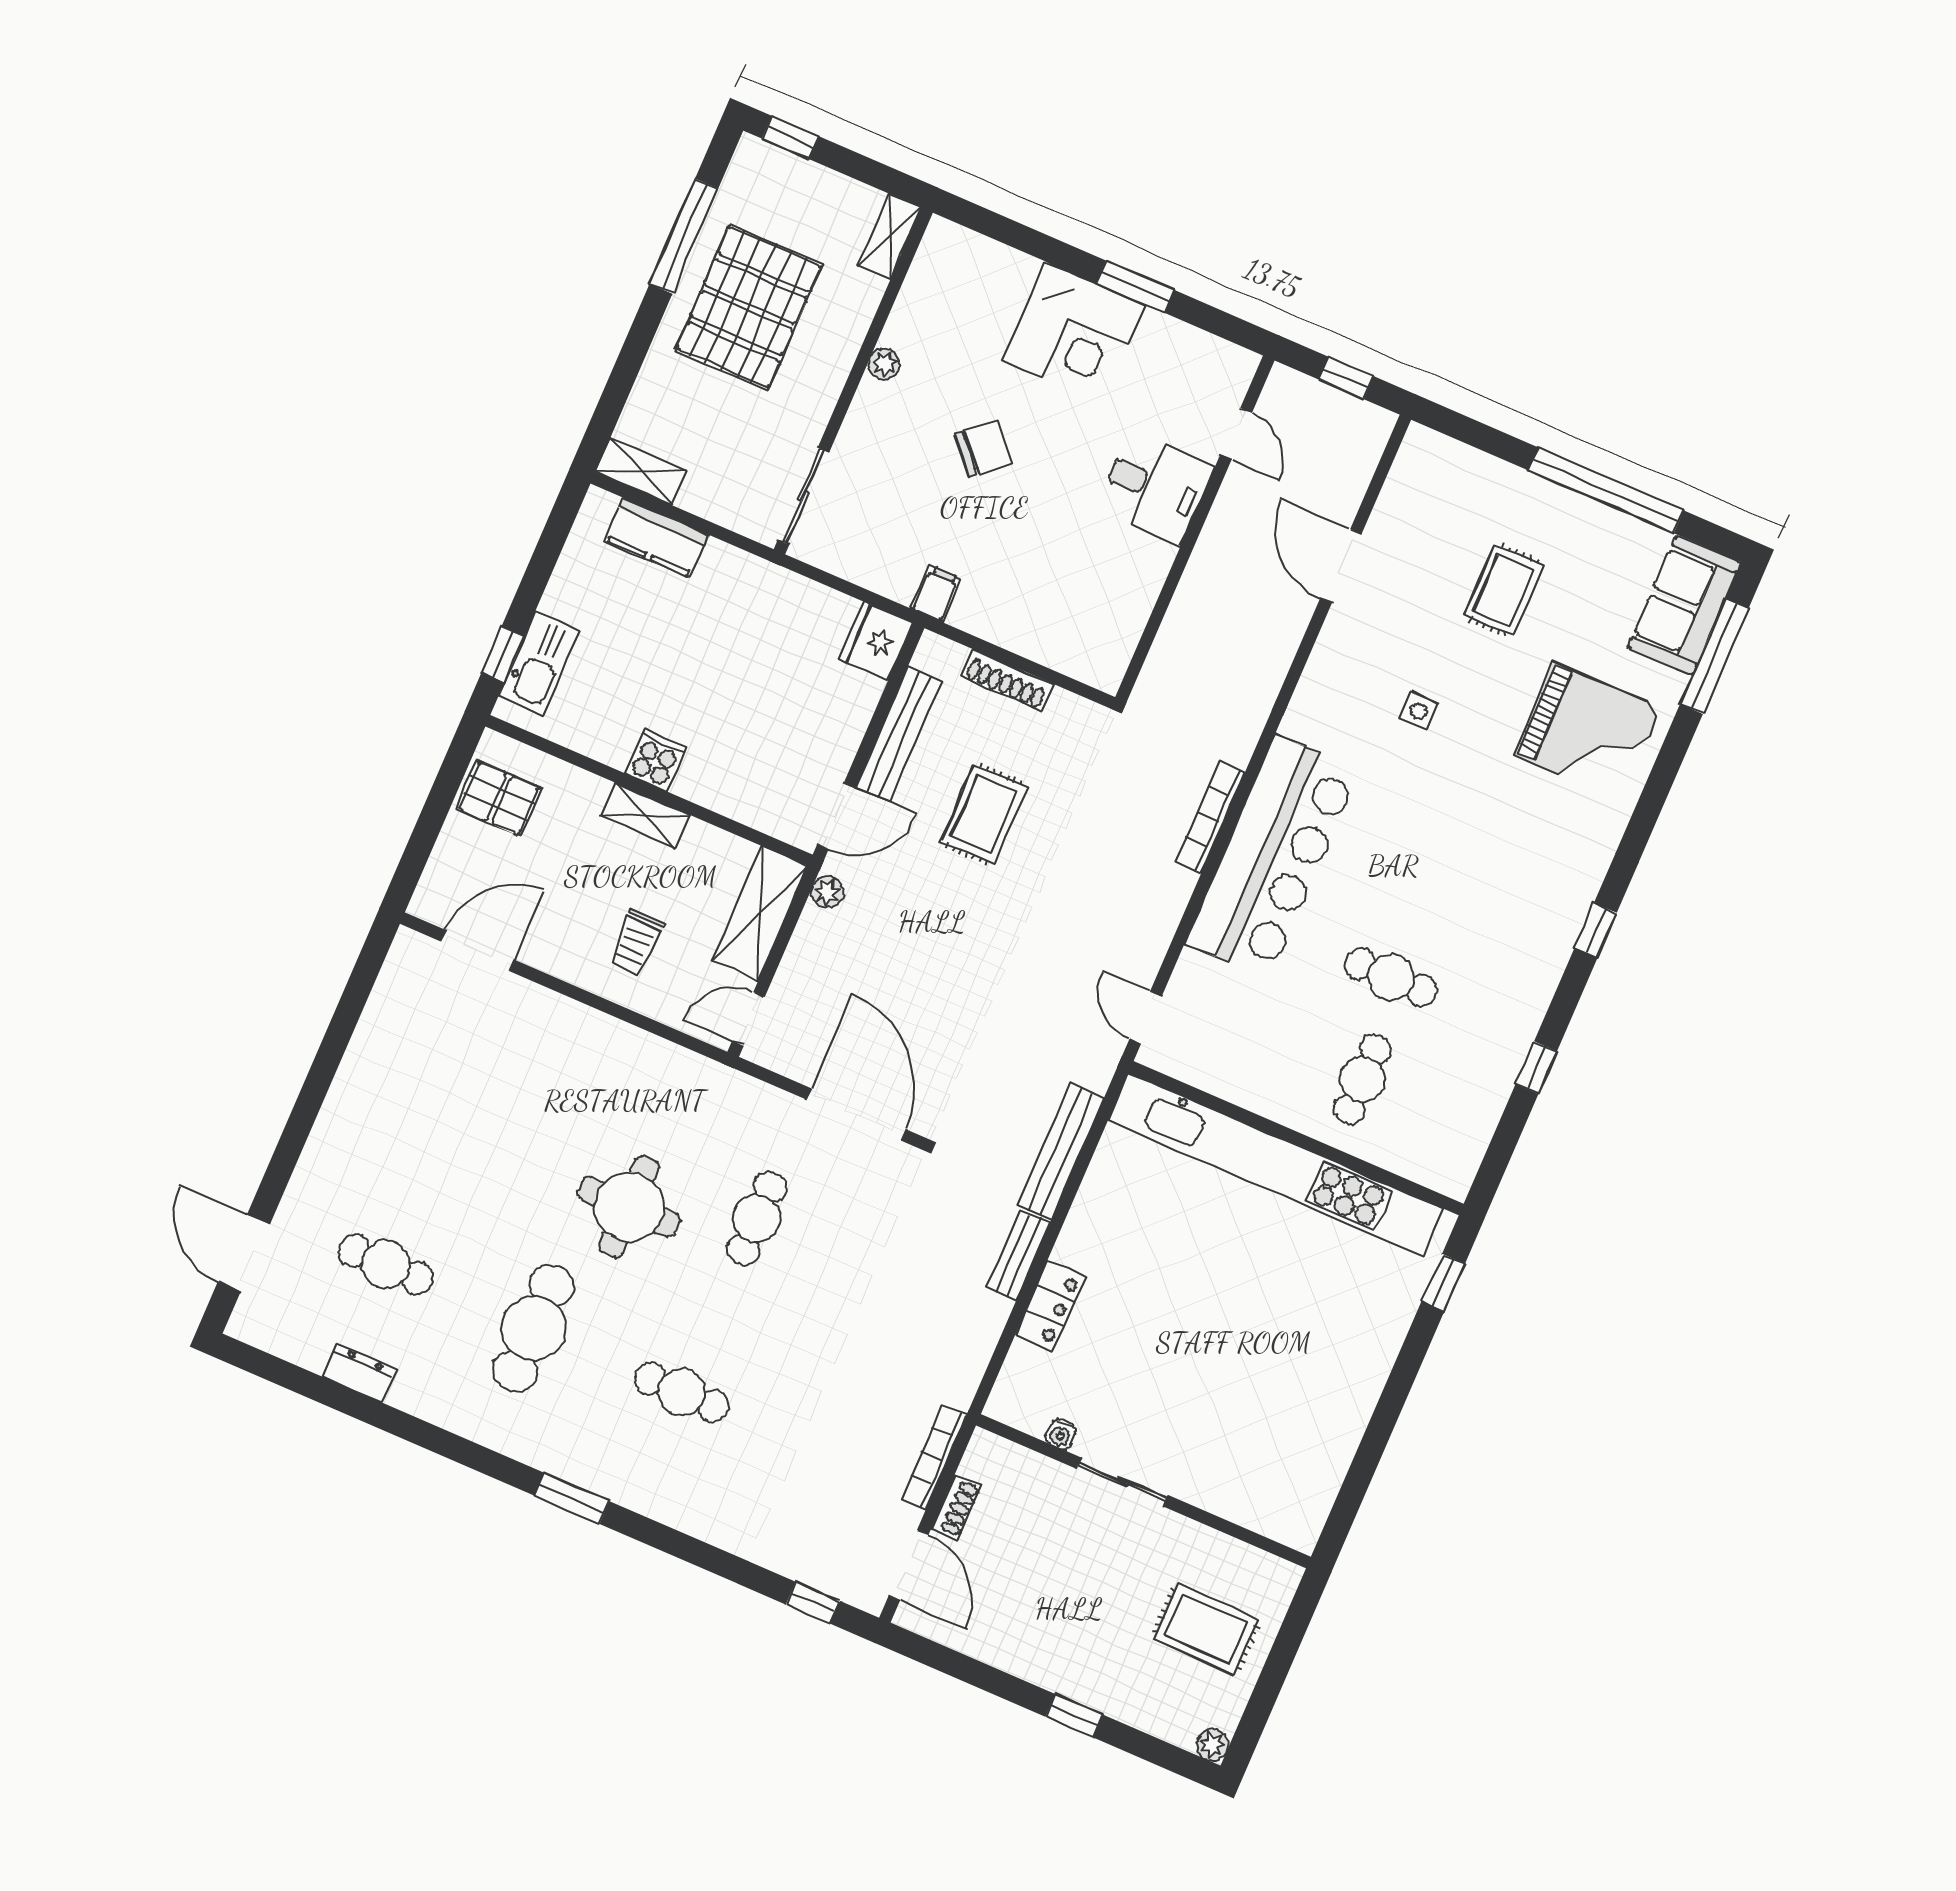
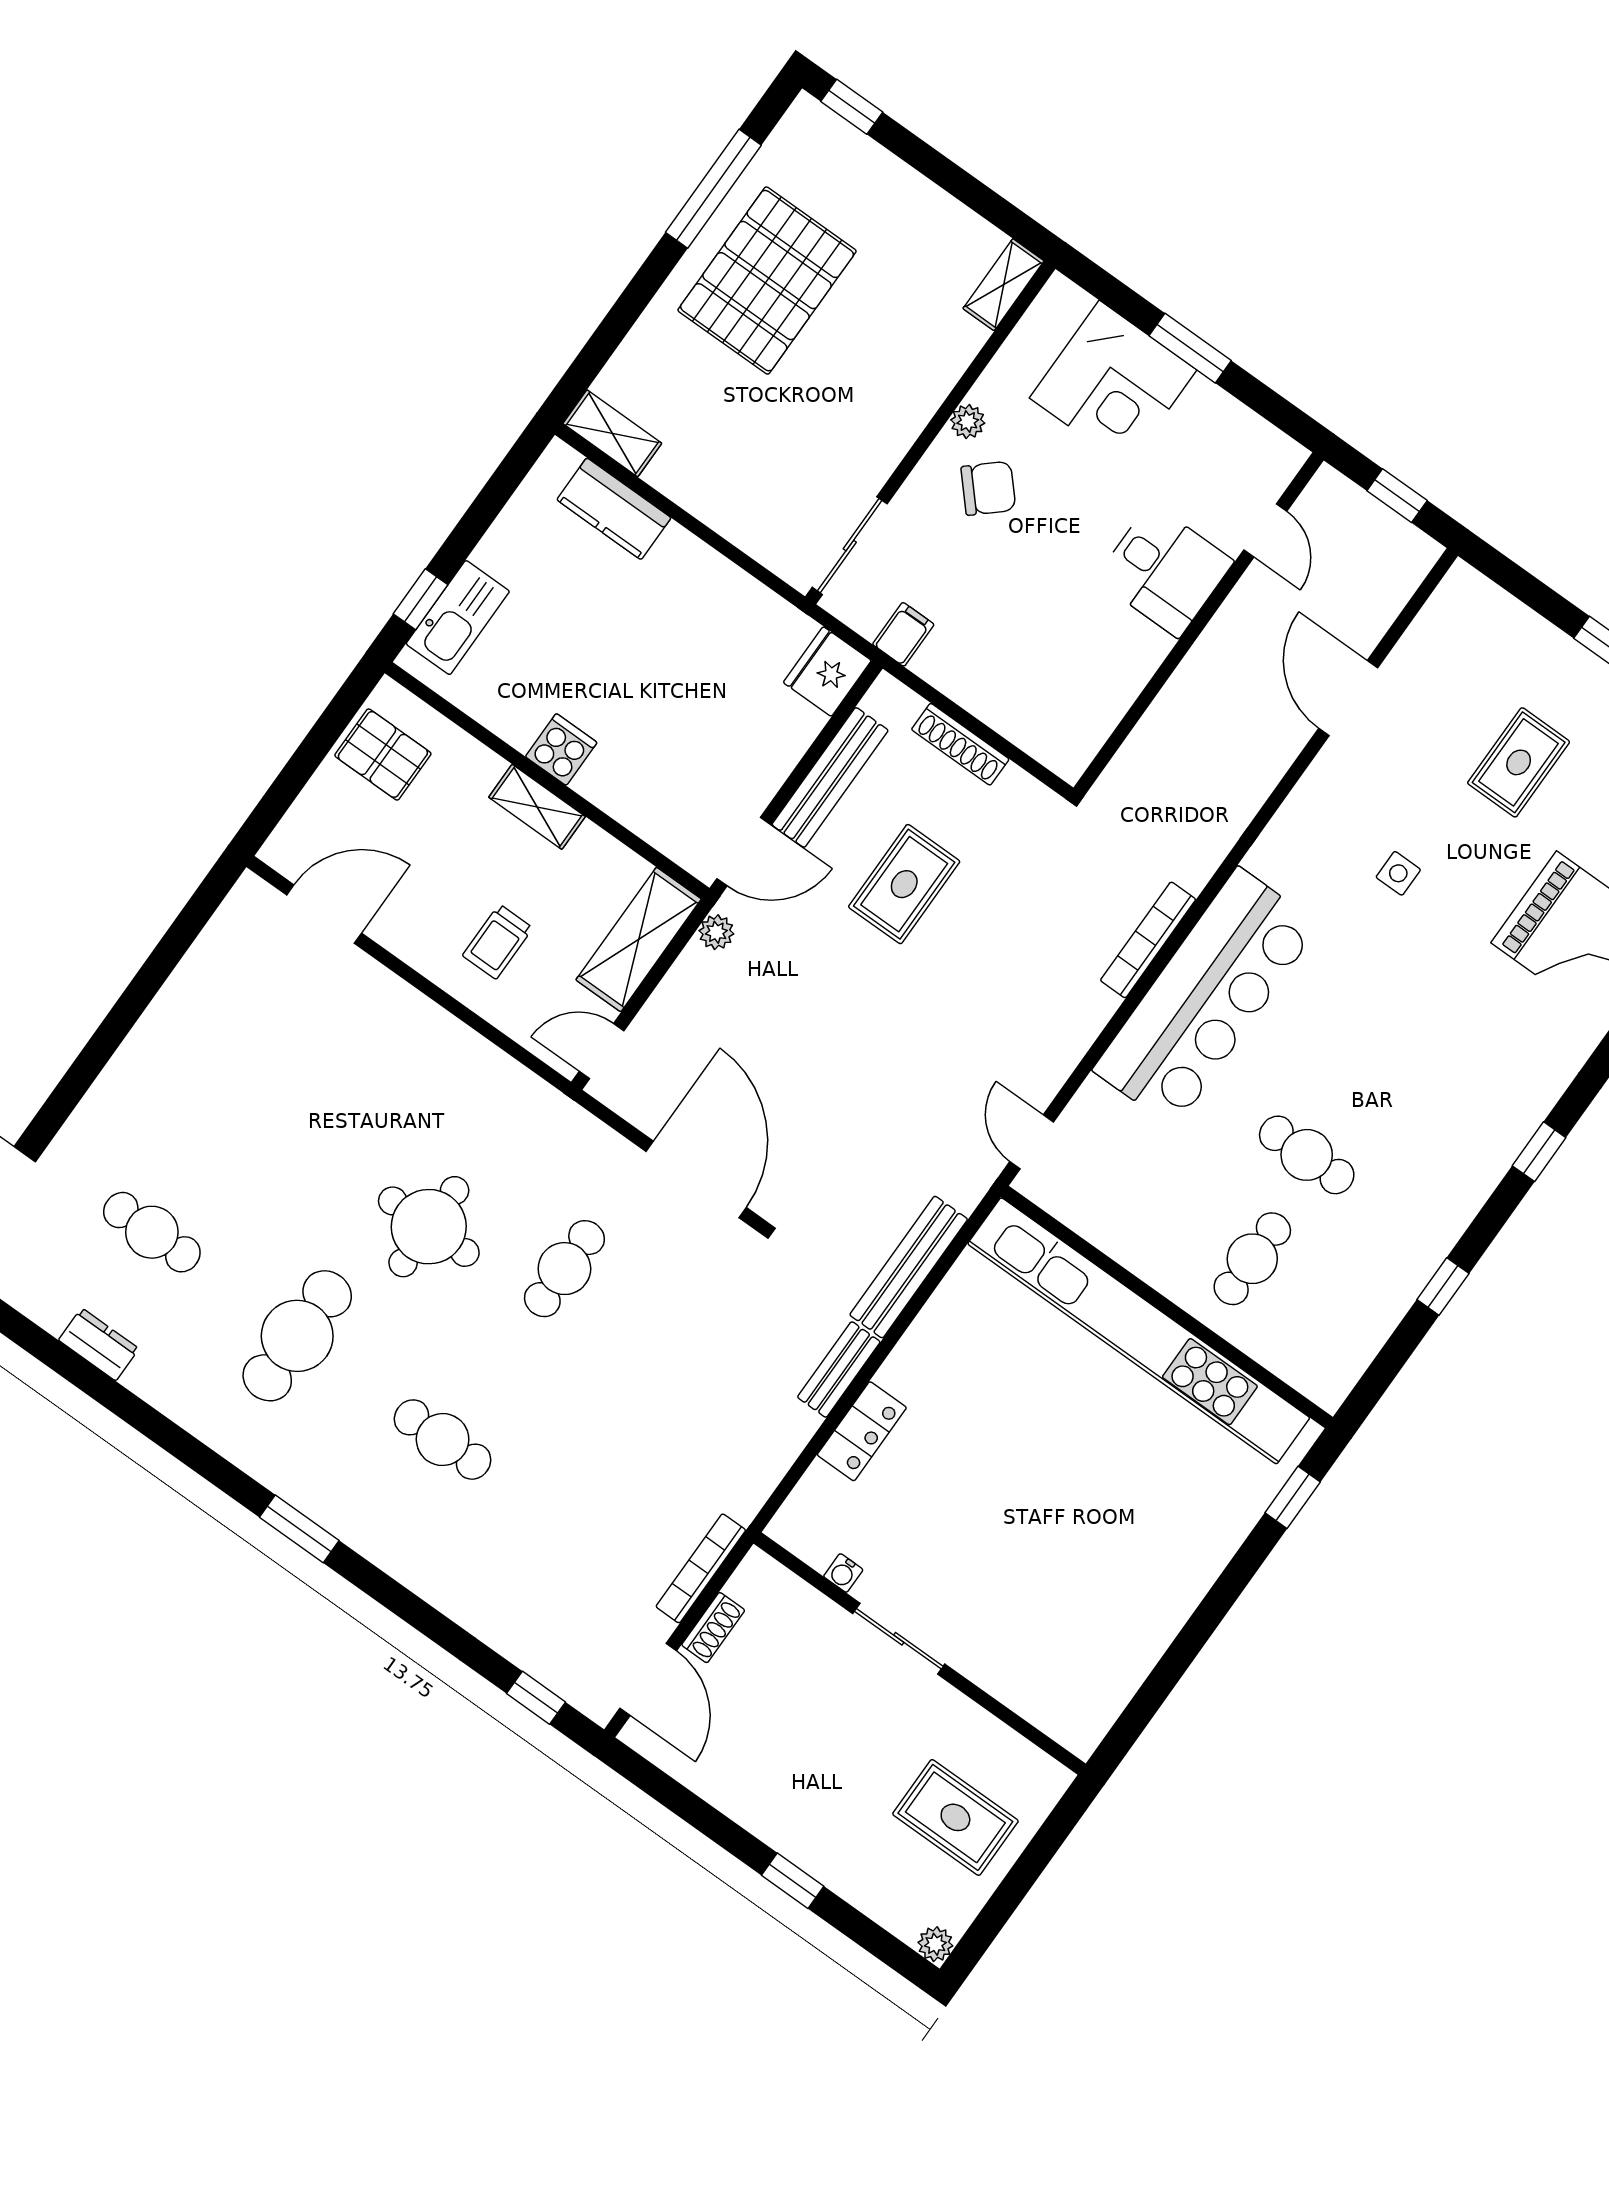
shelving: (890, 236) -> (1004, 285), moved
plant: (884, 364) -> (968, 422), moved
wall: (853, 381) -> (930, 433), moved
sliding door: (804, 496) -> (850, 546), moved

